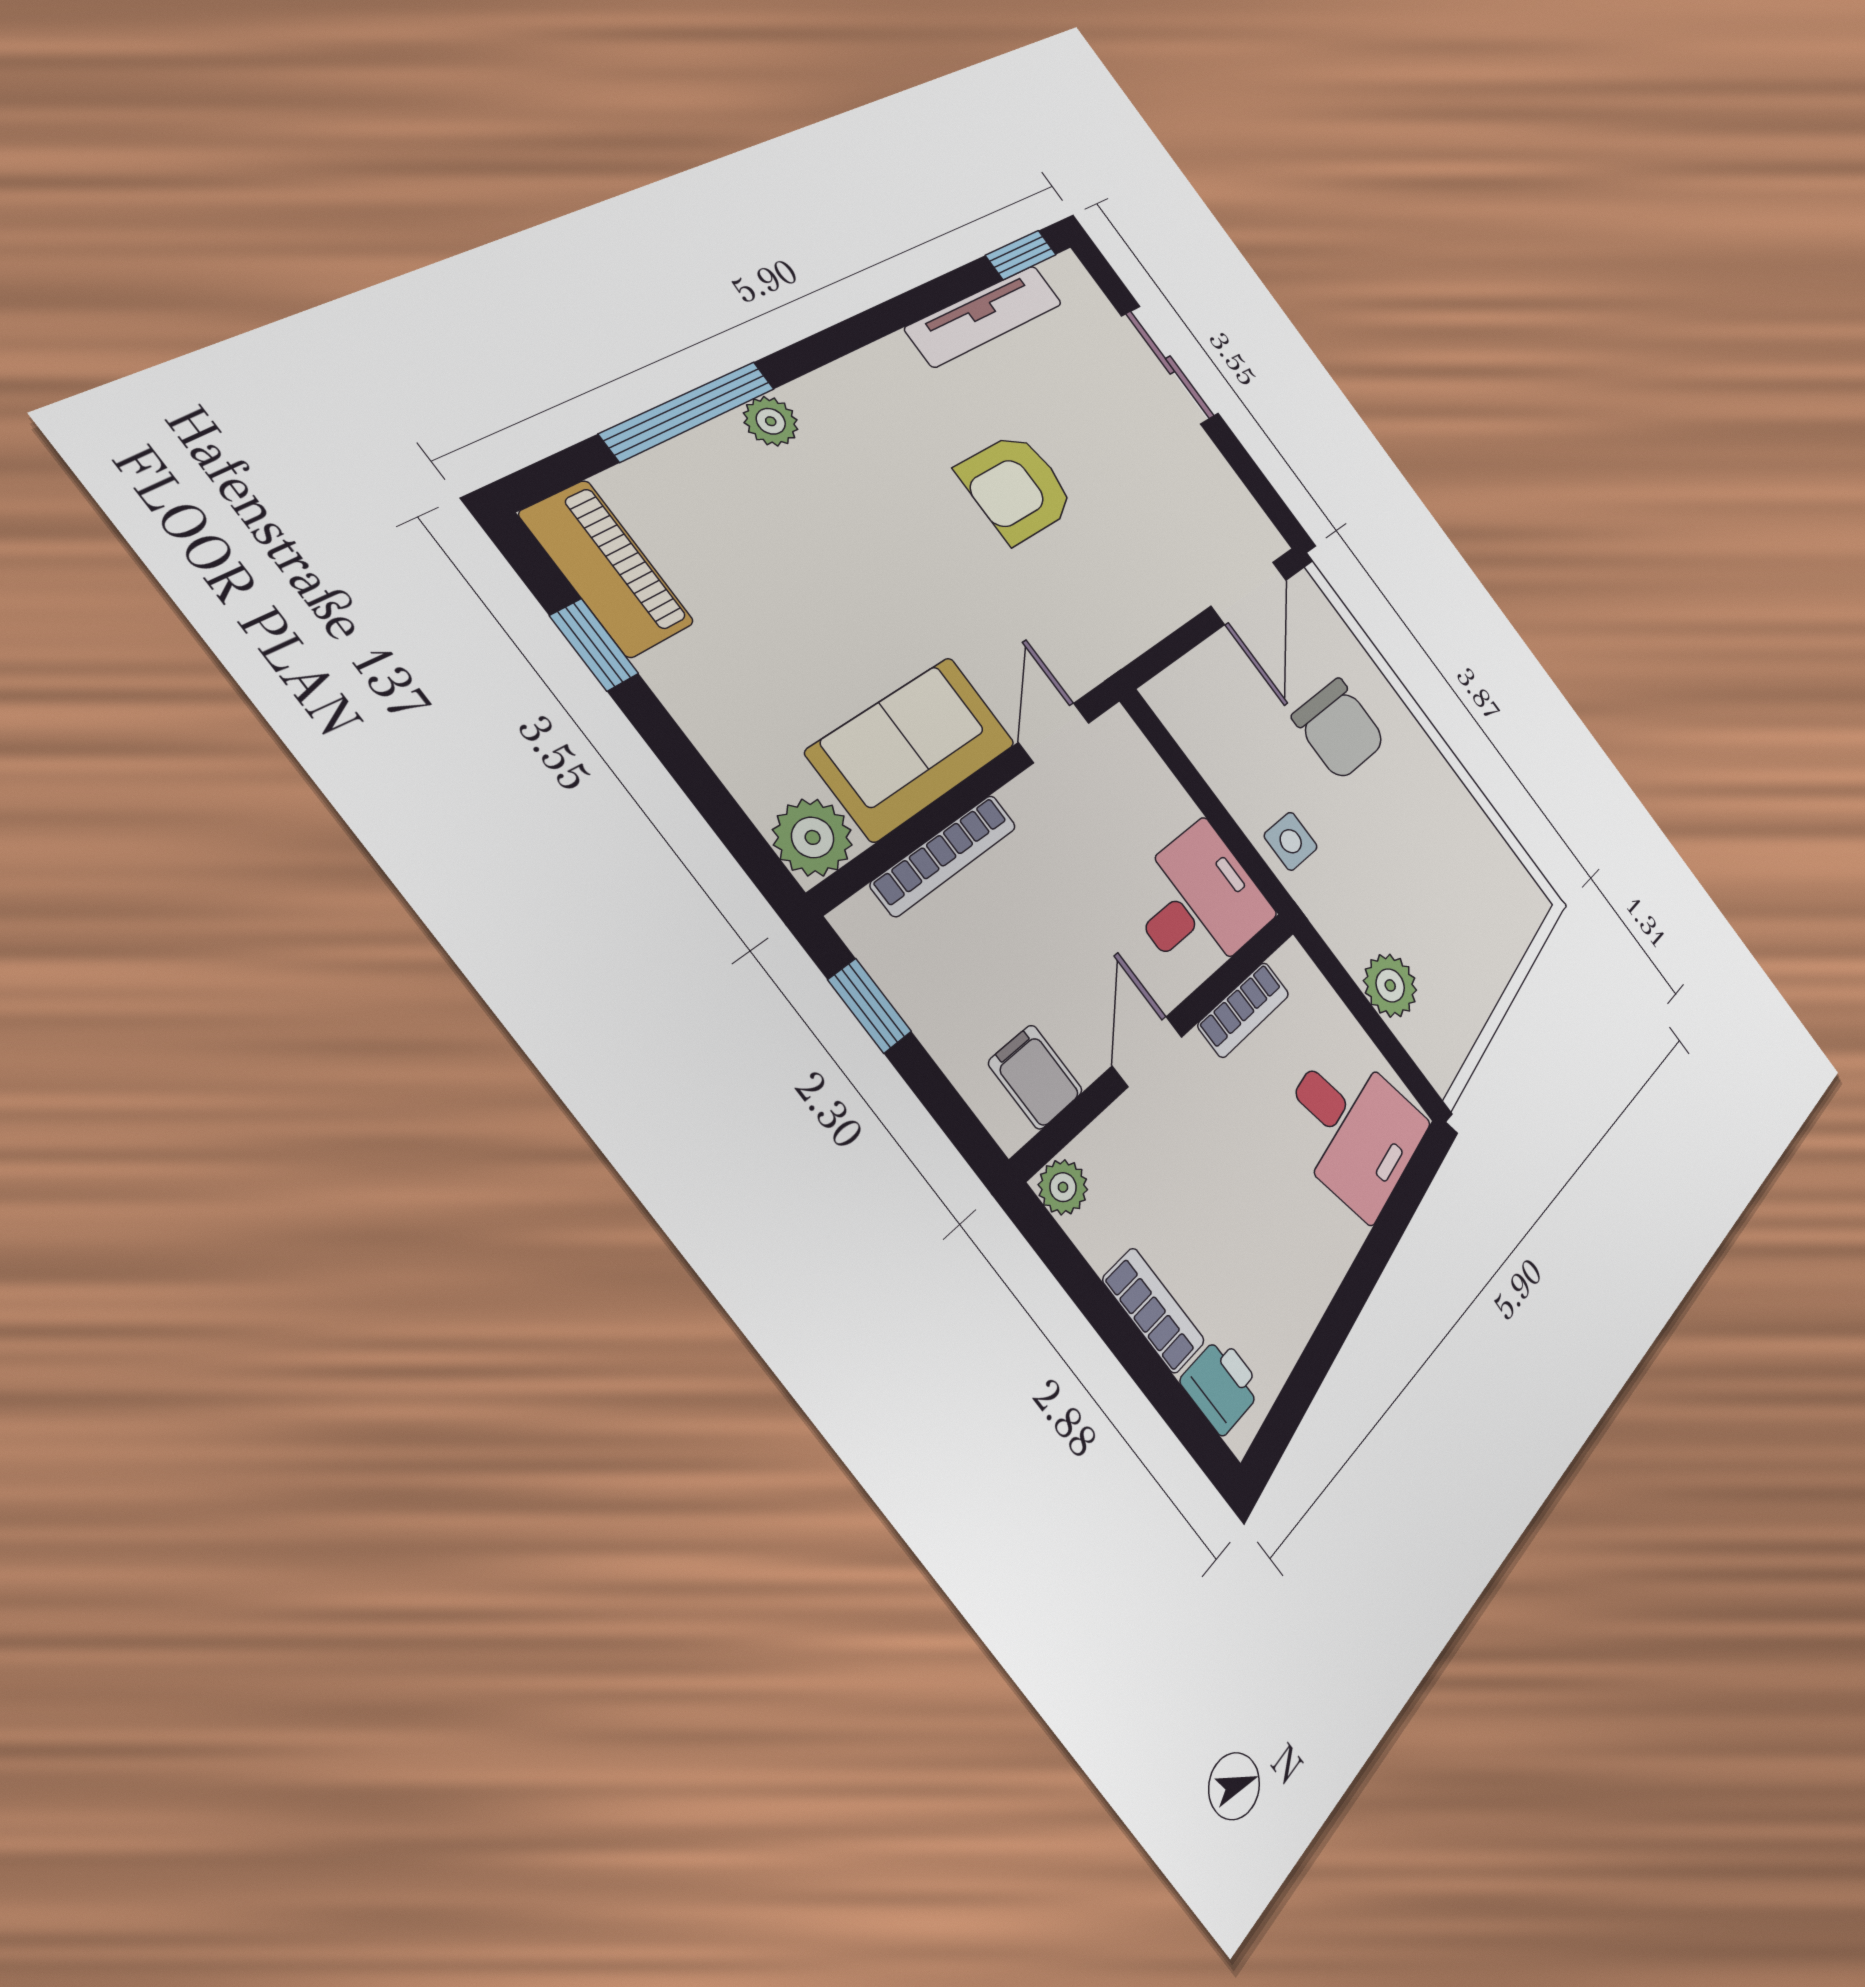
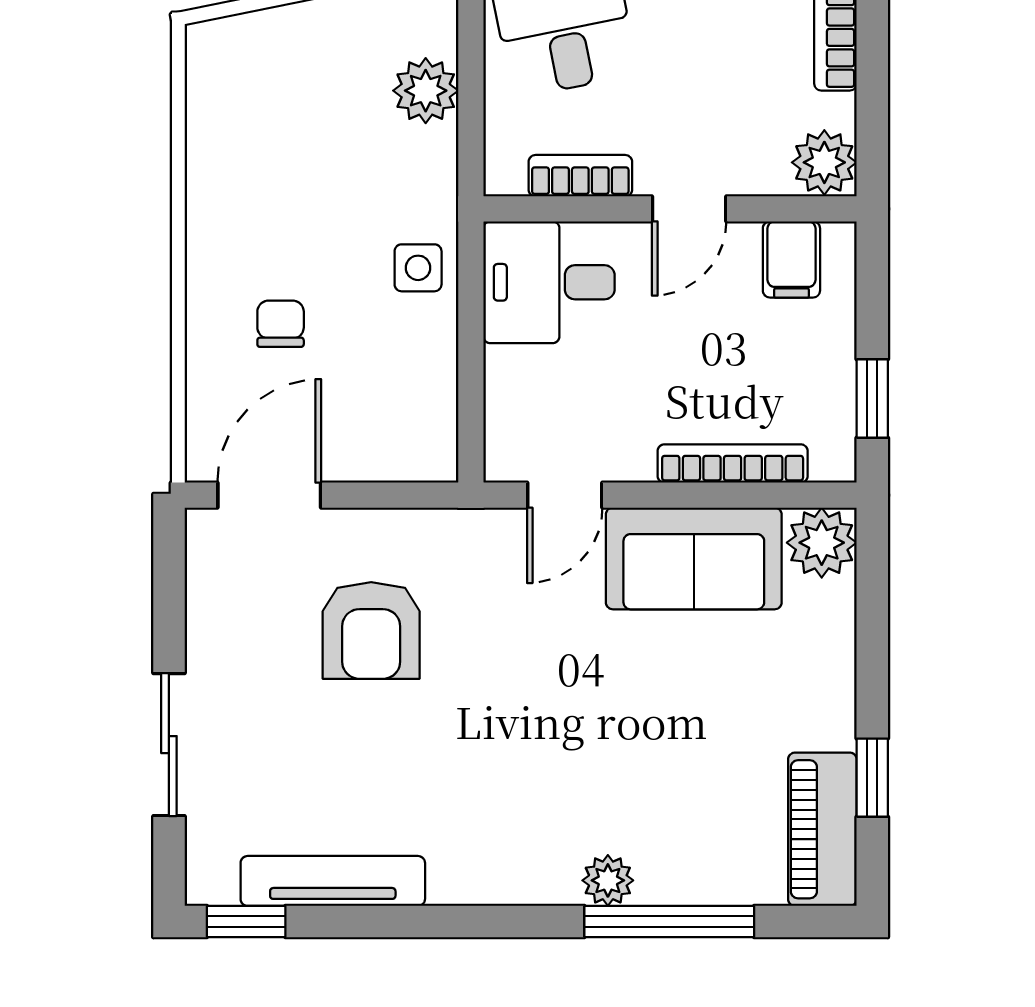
armchair: (1017, 488) -> (371, 630), moved, turned 90
chair: (1339, 729) -> (281, 324), width x0.54, depth x0.54
plant: (1063, 1187) -> (824, 162), width x1.38, depth x1.38

